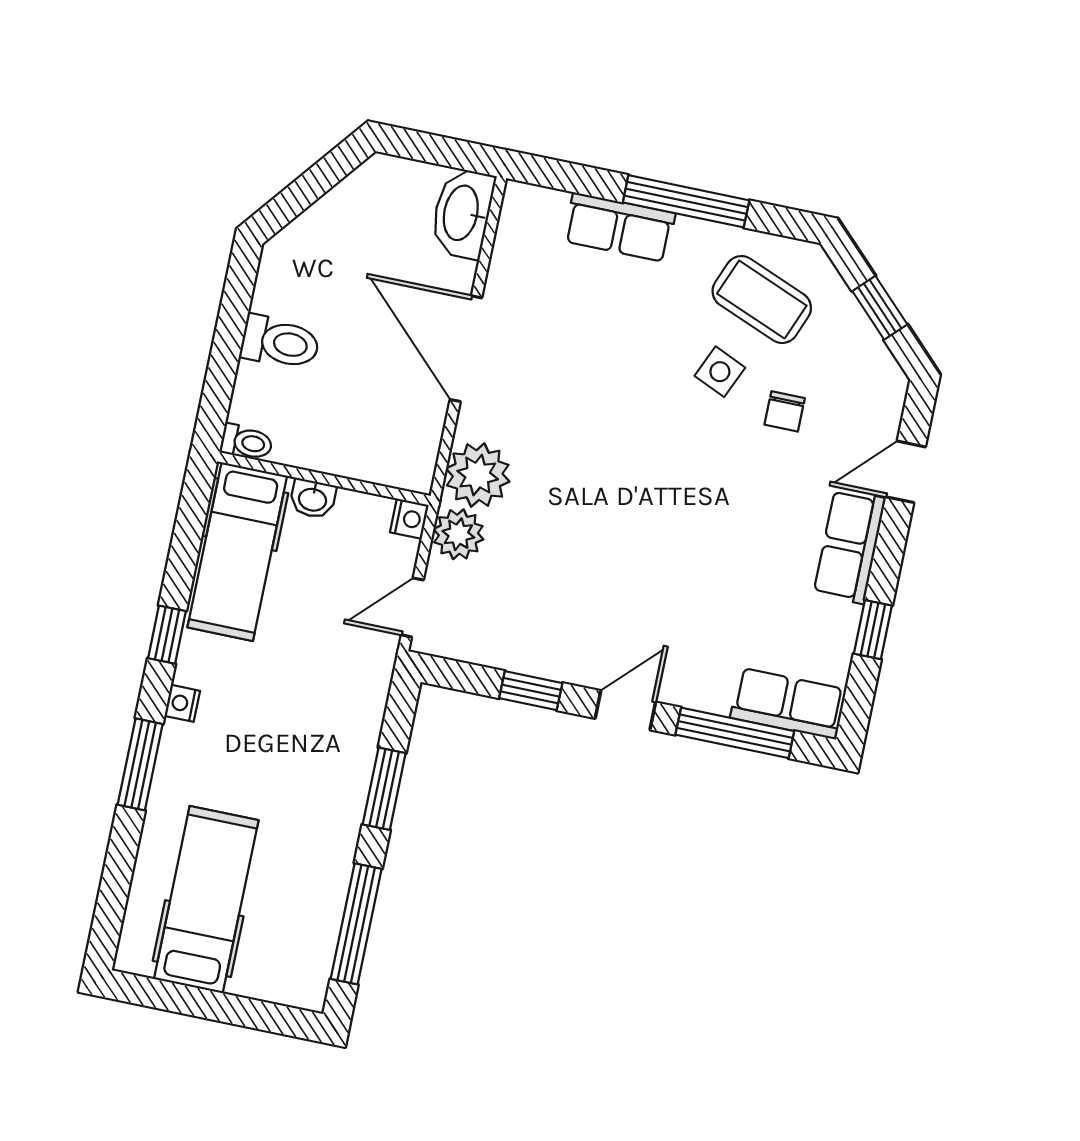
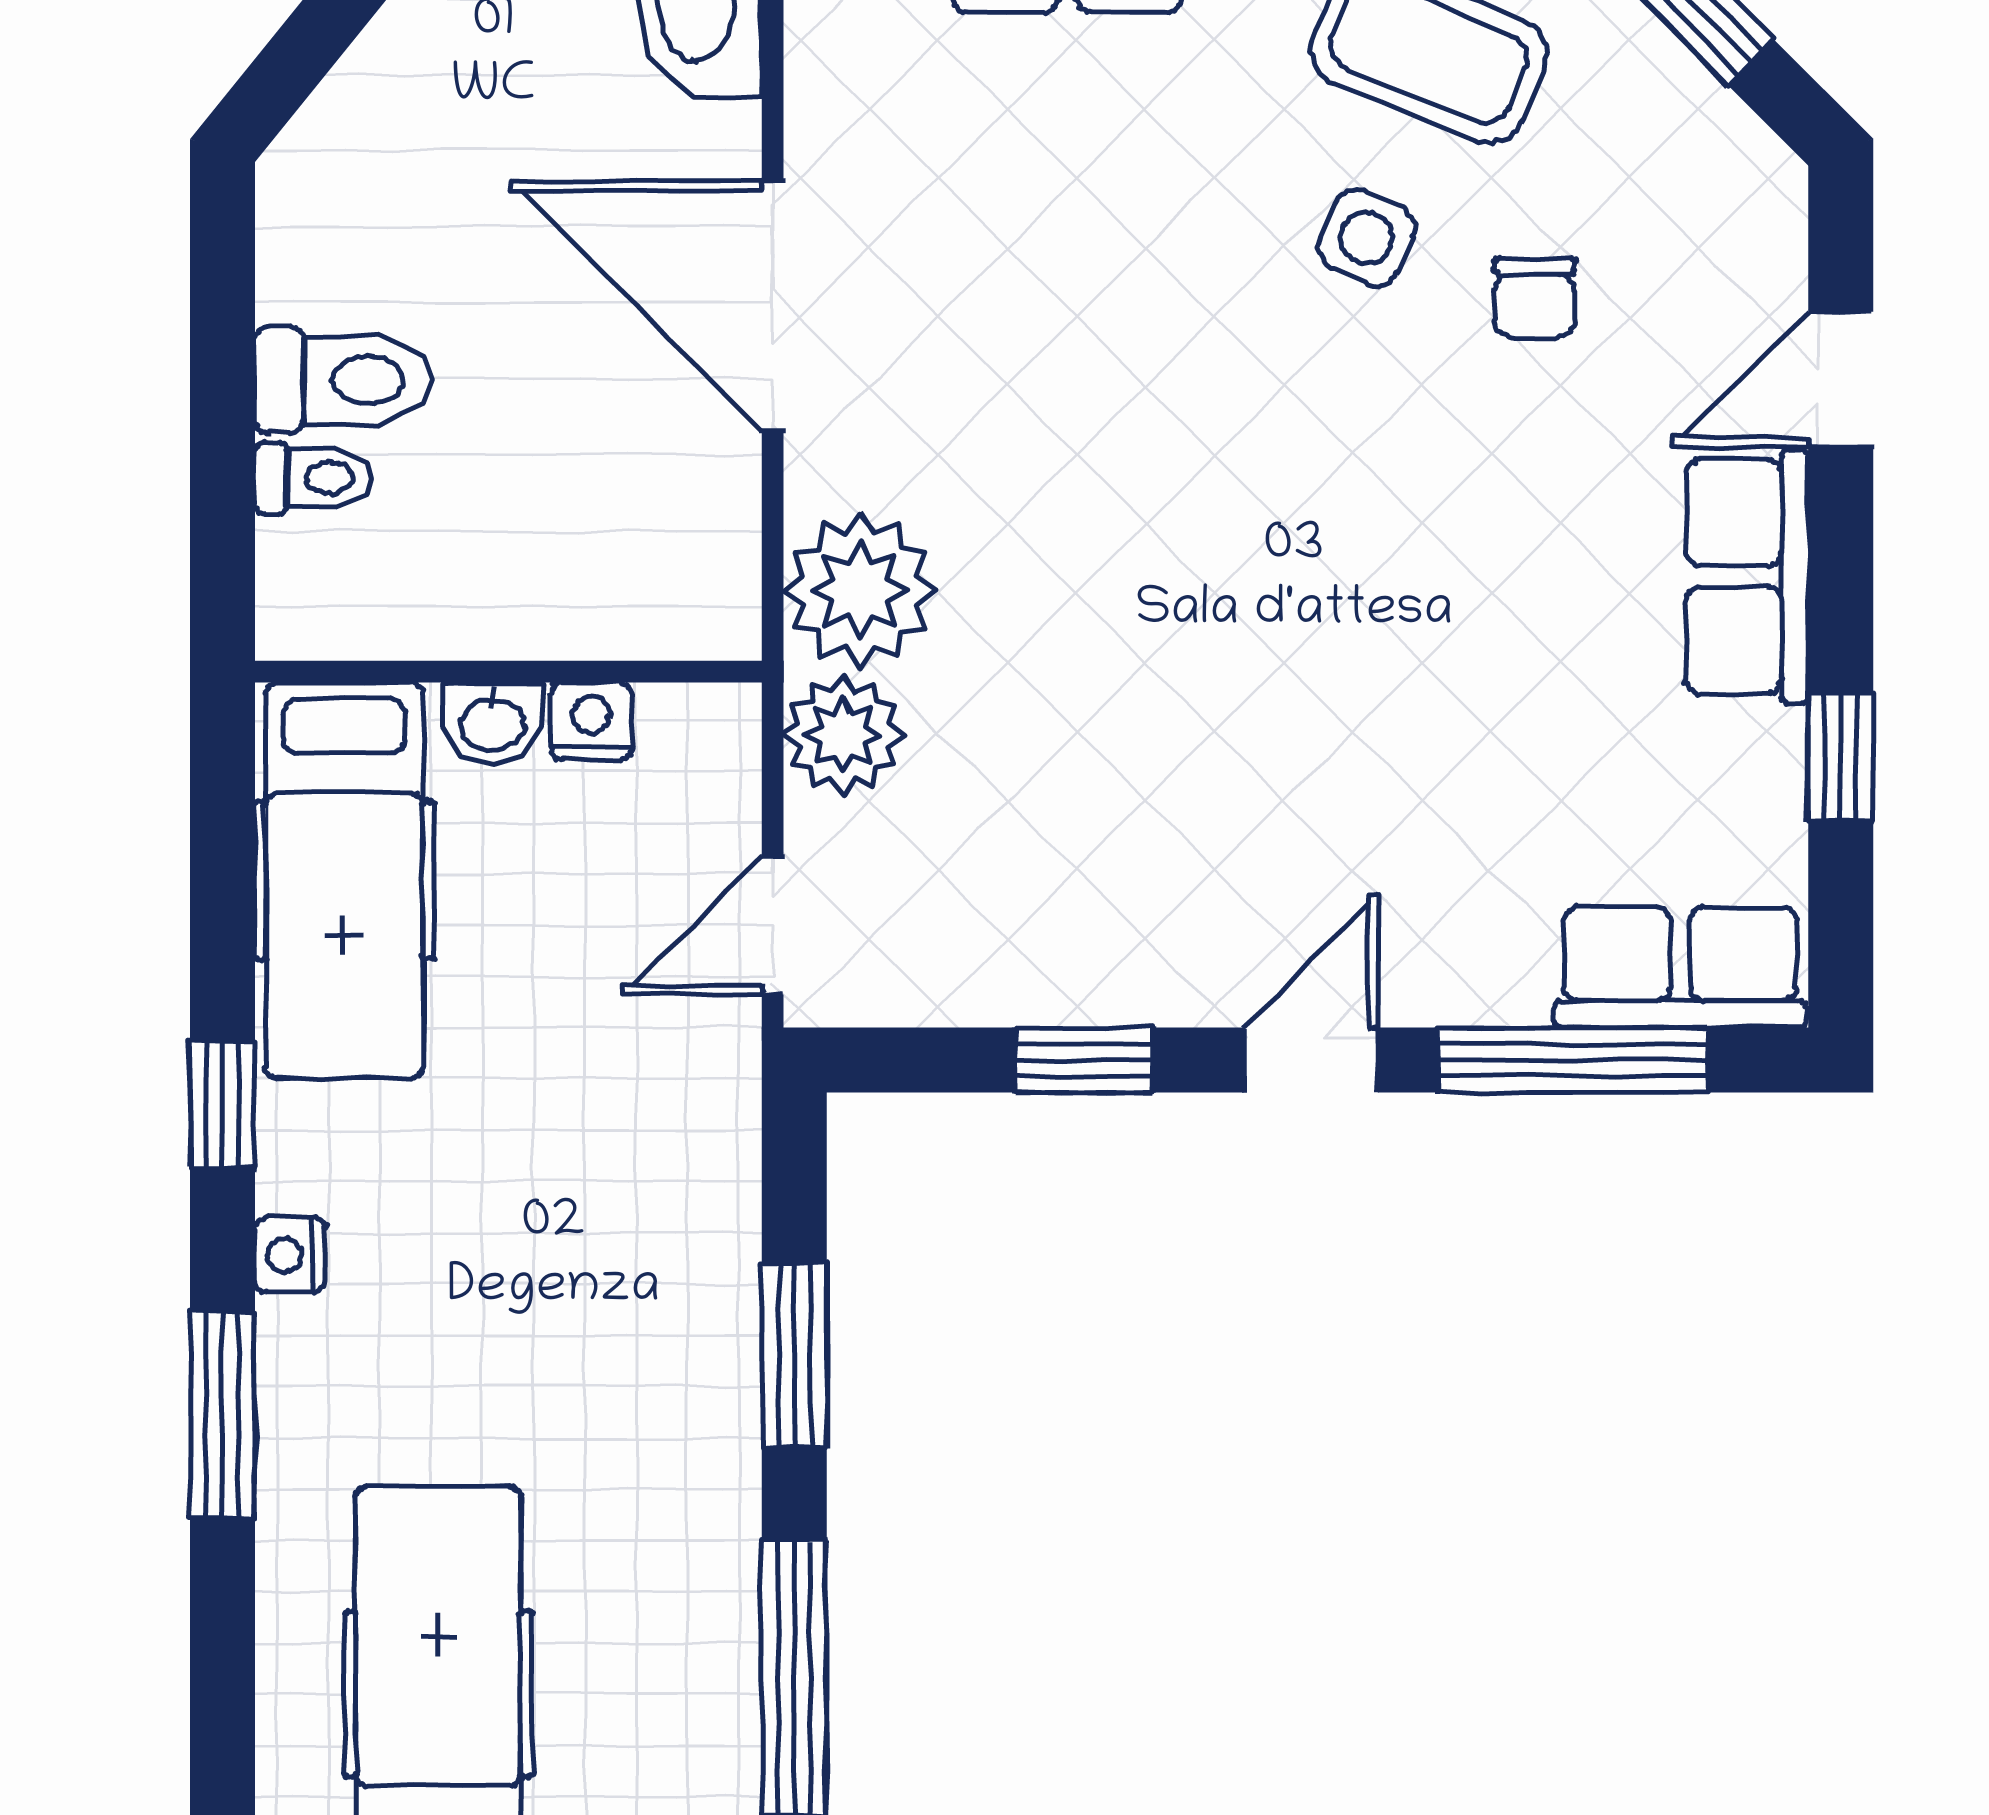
toilet: (246, 442) -> (313, 478), moved
nightstand: (409, 519) -> (591, 721), moved, turned -90

